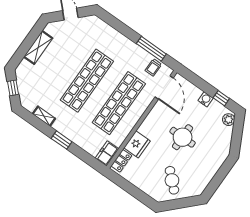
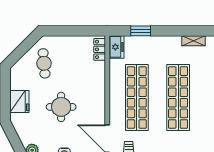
window: (62, 140) -> (141, 31), moved
fridge: (137, 144) -> (19, 102), moved, turned 180
cafe table: (172, 180) -> (44, 63), turned 42

